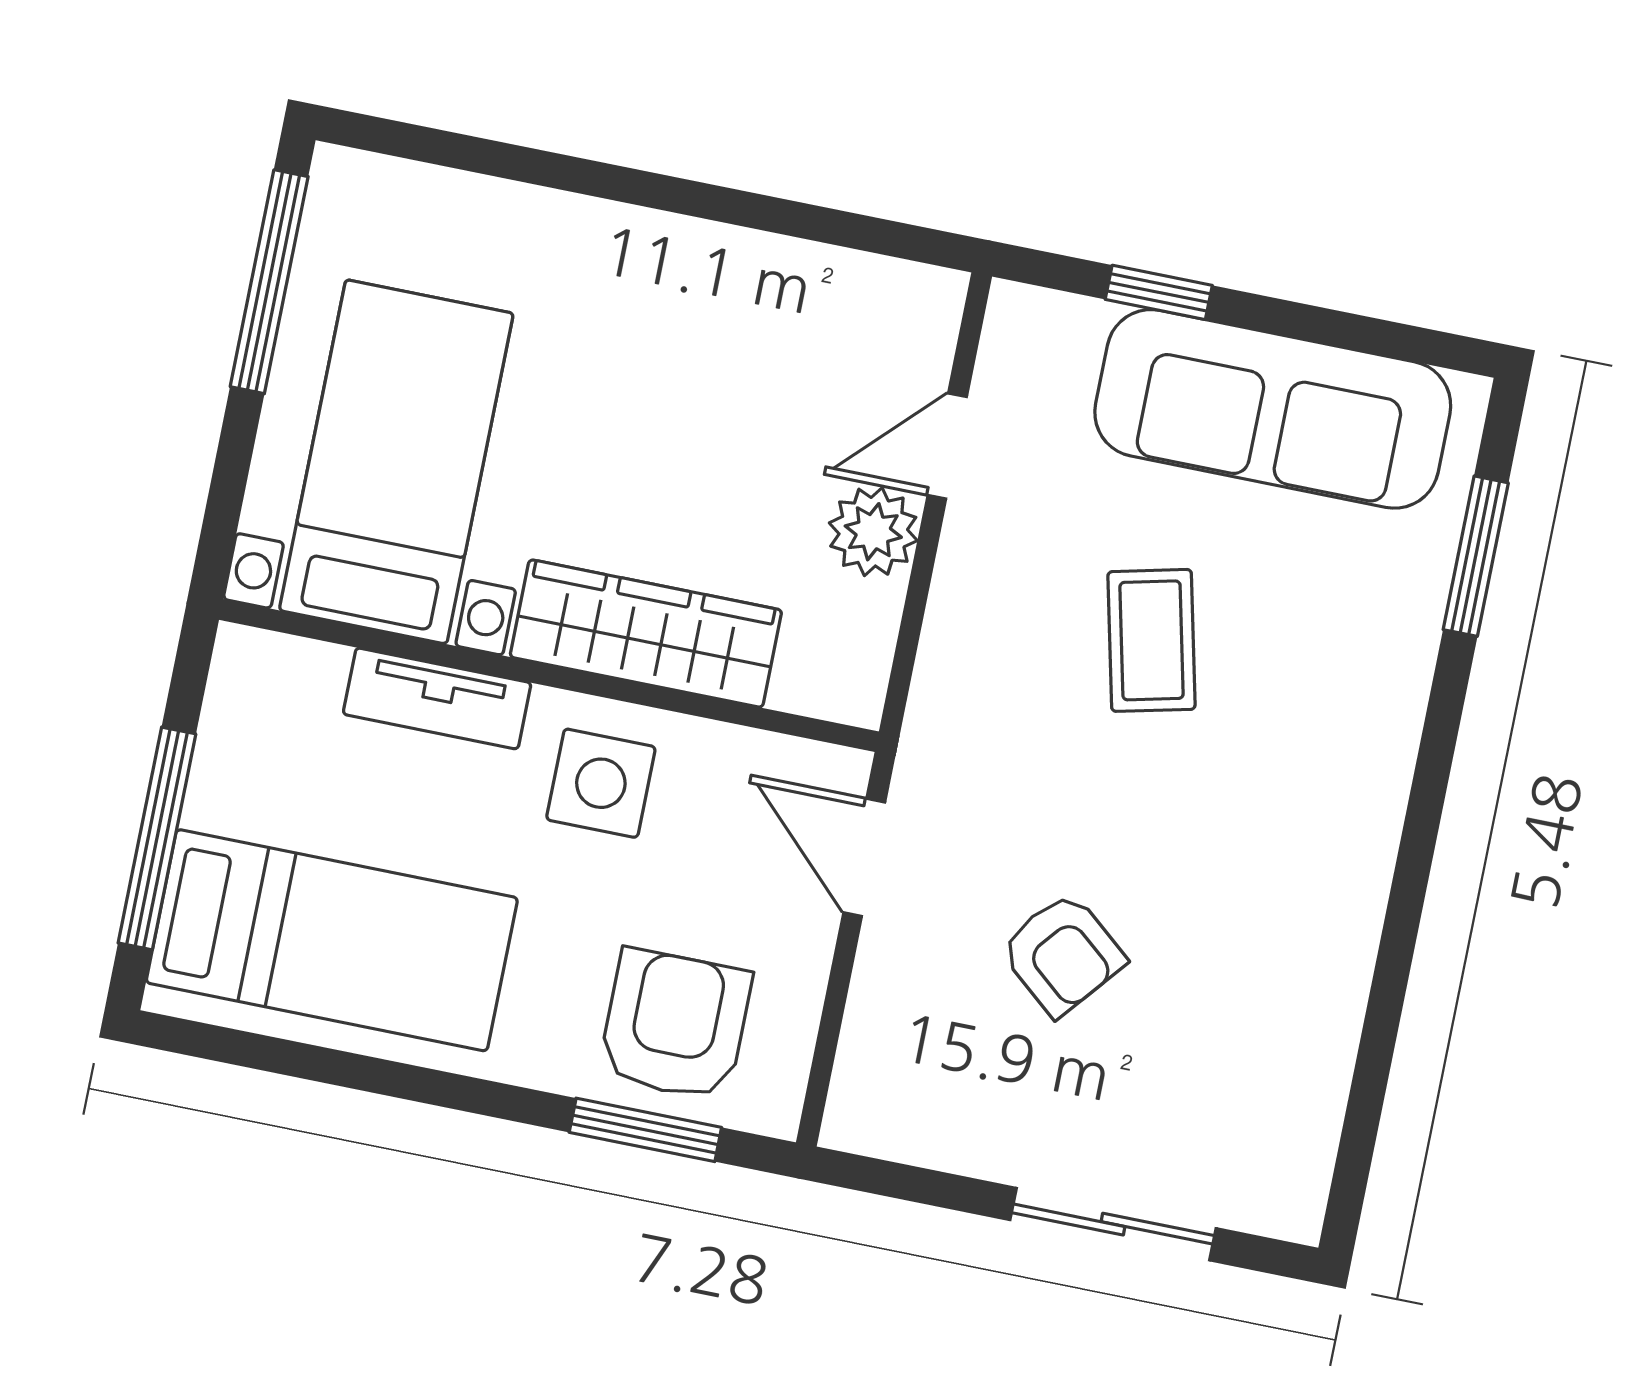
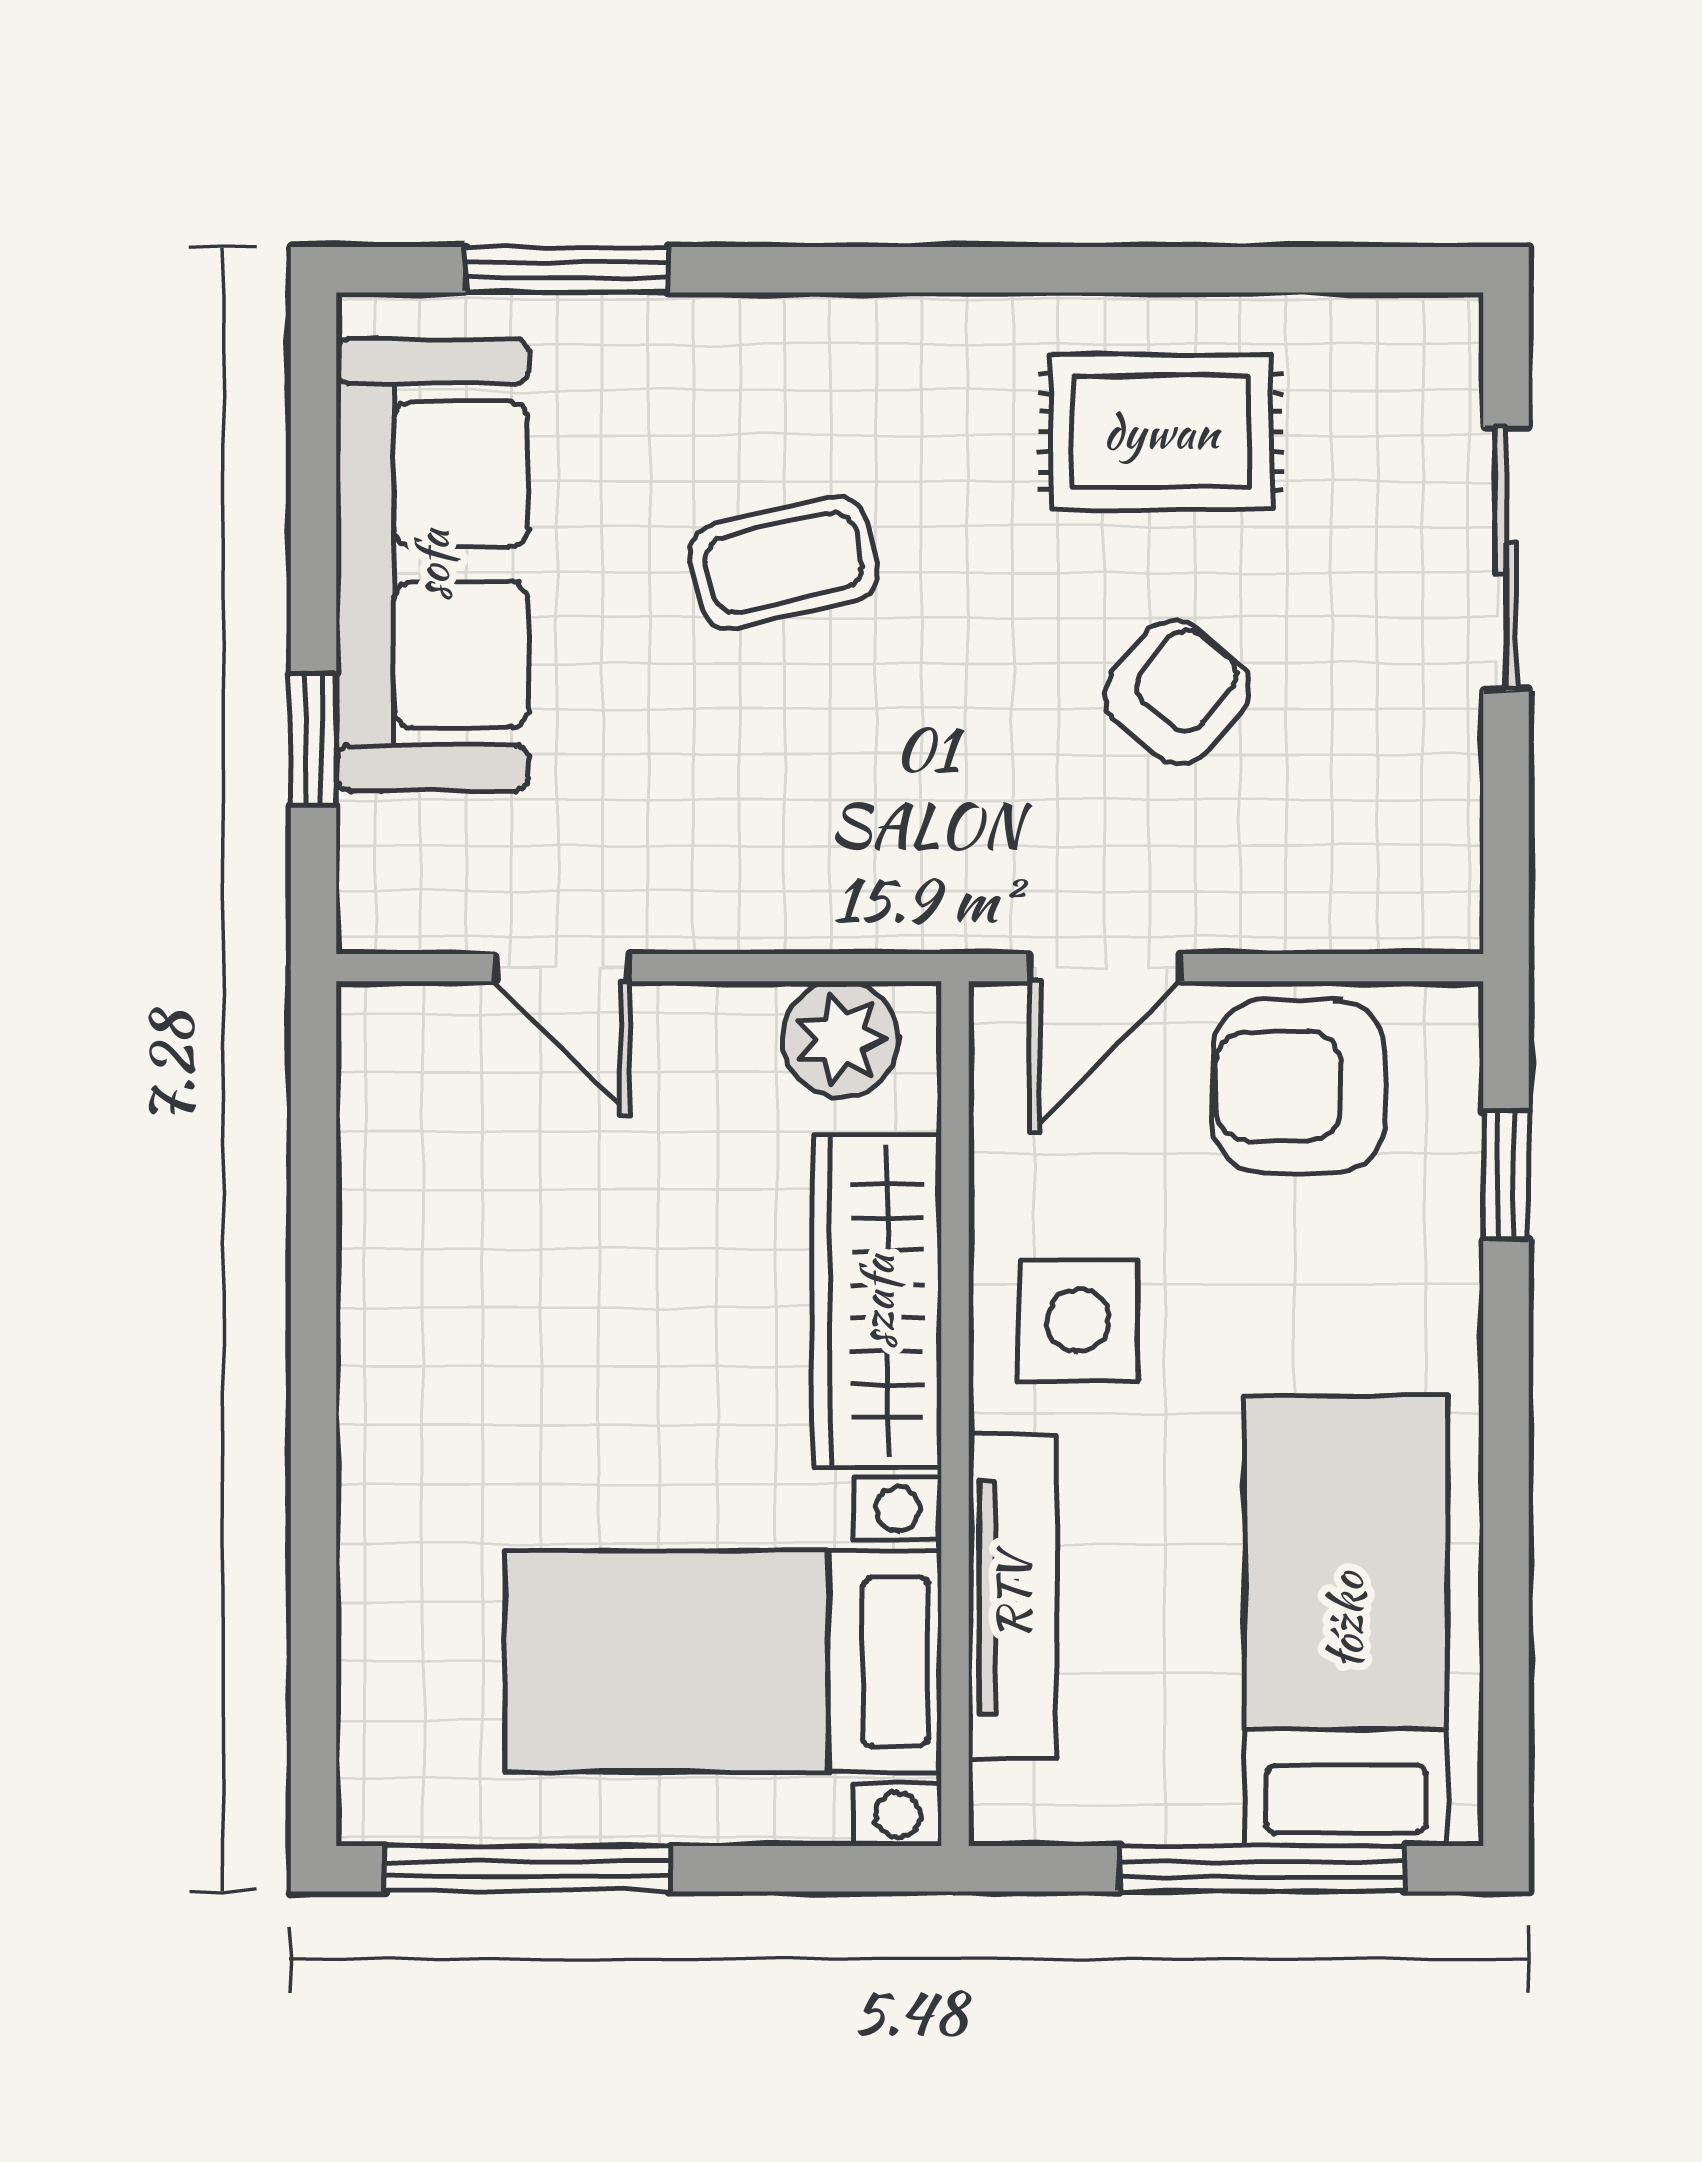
plant: (873, 532) -> (841, 1039), moved
coffee table: (1152, 640) -> (784, 563), moved
tv unit: (437, 698) -> (1013, 1597), width x1.41
rug: (1262, 982) -> (1161, 432), added
armchair: (675, 1025) -> (1299, 1086), moved
window: (645, 1130) -> (1506, 1175), width x0.67

